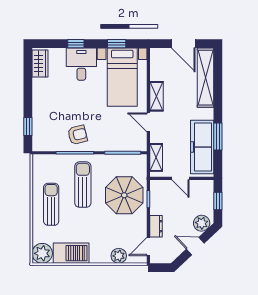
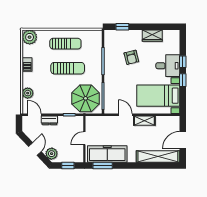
window: (117, 44) -> (183, 80), moved
wardrobe: (40, 63) -> (152, 36), moved
door: (148, 122) -> (125, 115), hinge flipped
armchair: (77, 135) -> (131, 57), moved
window: (218, 137) -> (103, 166), moved
shelving: (156, 157) -> (100, 120), removed
sun lounger: (83, 185) -> (68, 68), moved
parasol: (124, 195) -> (86, 98), moved
barbecue: (71, 253) -> (27, 64), width x0.53, depth x0.65

